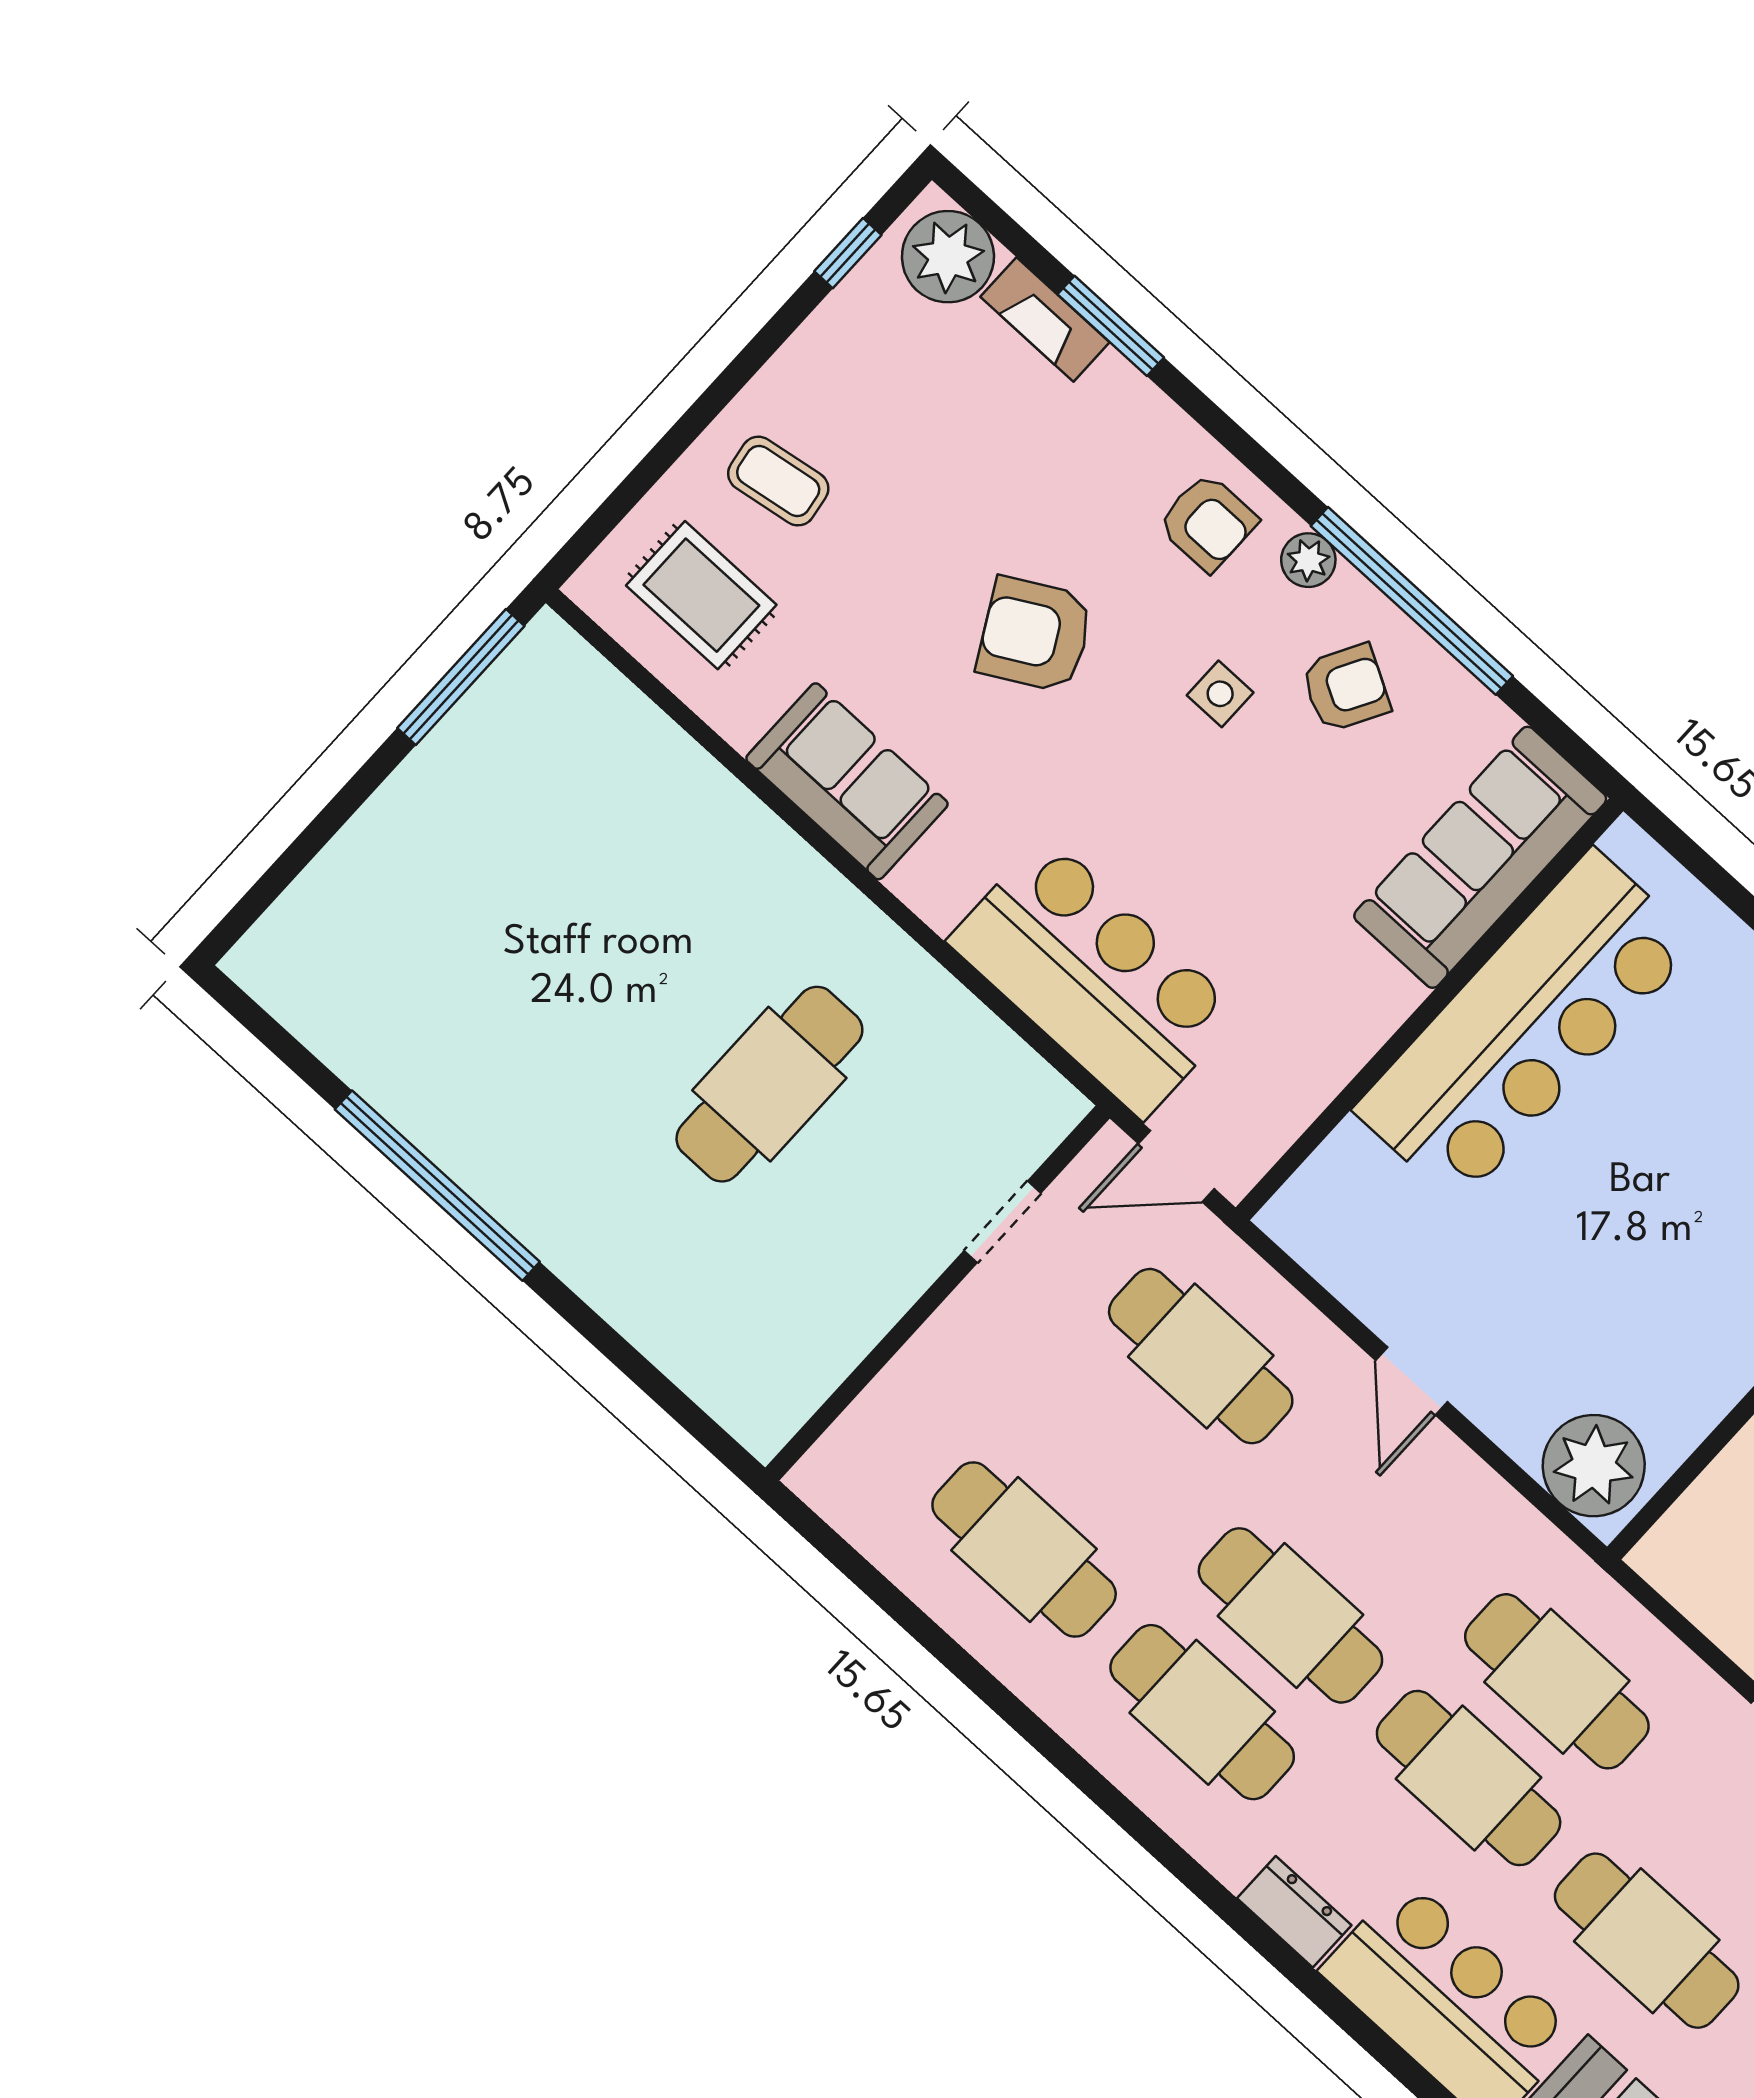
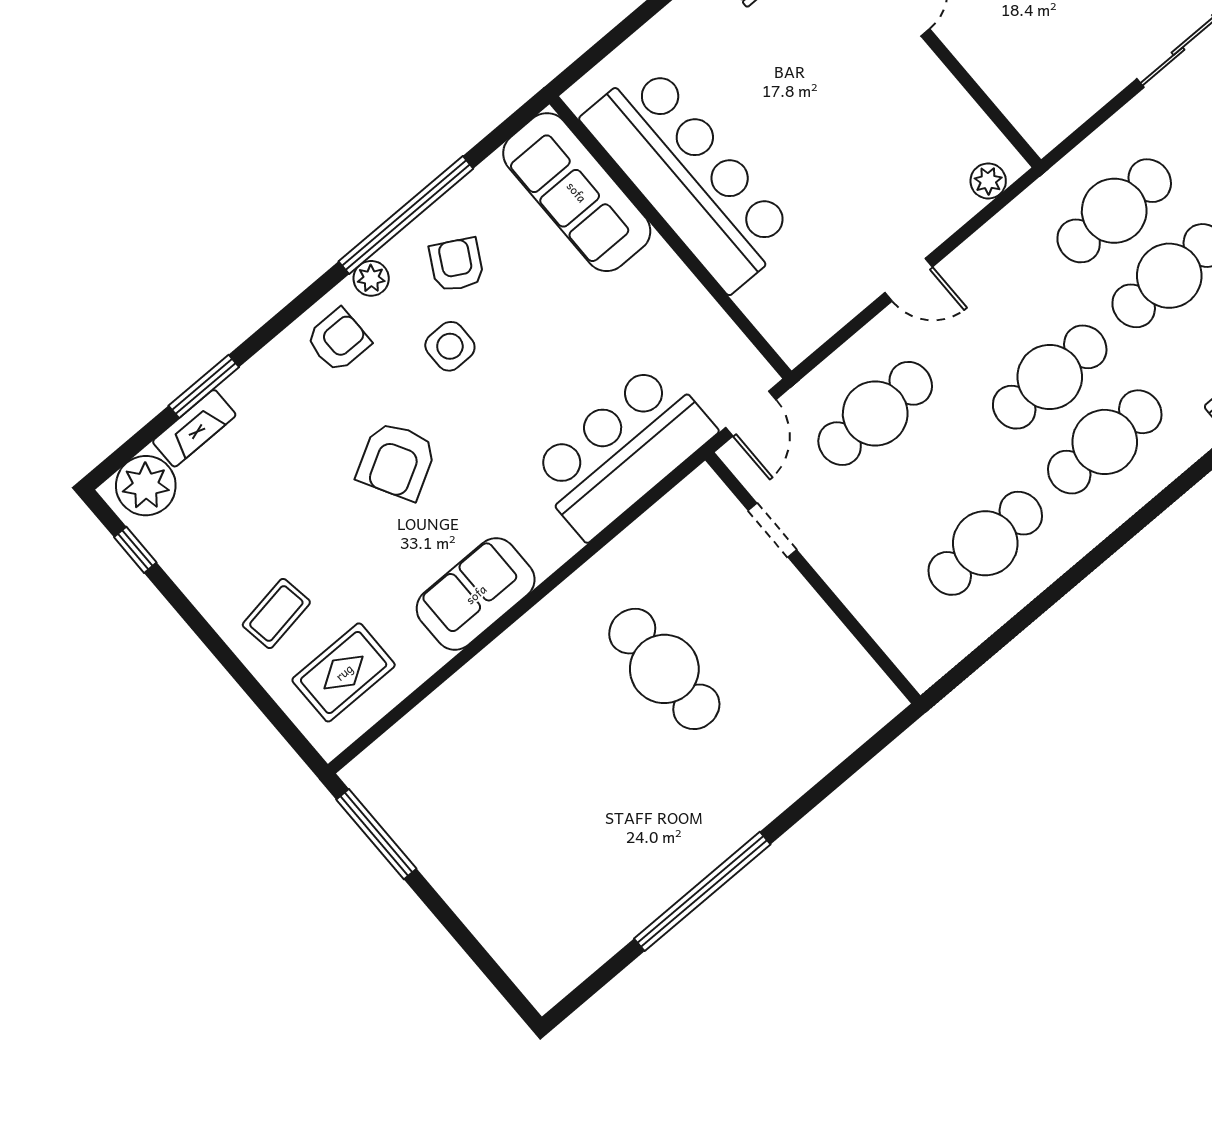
side table: (1220, 694) -> (450, 346), width x1.37, depth x1.37
plant: (1594, 1466) -> (988, 181), width x0.53, depth x0.53

